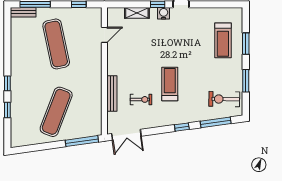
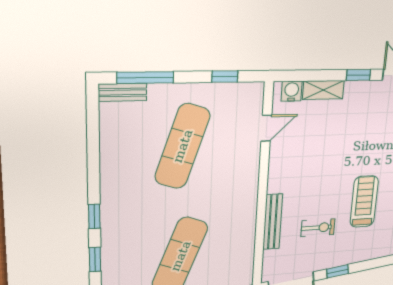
water cooler: (164, 13) -> (292, 91), moved
exercise mat: (56, 44) -> (182, 146), turned 30
window: (182, 127) -> (338, 271), moved

